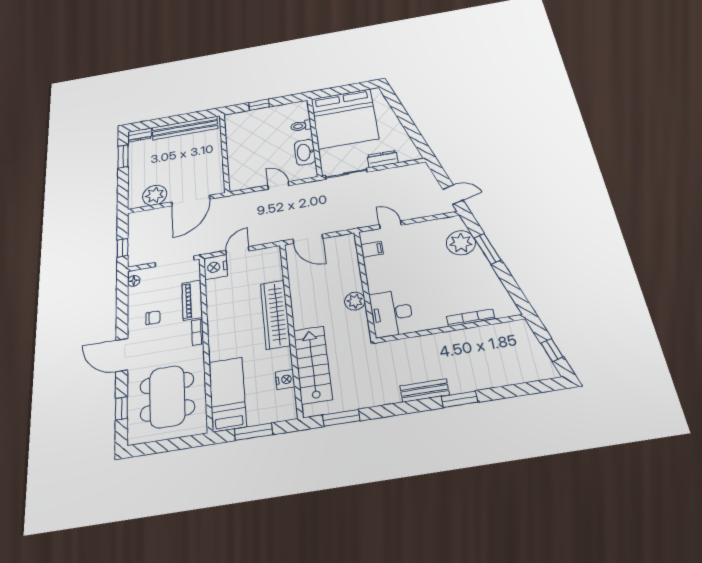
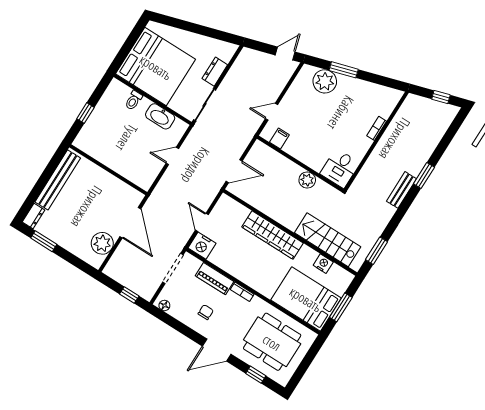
desk: (392, 313) -> (340, 168), width x0.73
bookcase: (471, 318) -> (377, 128), width x0.64
bed: (227, 394) -> (306, 299), width x1.50

